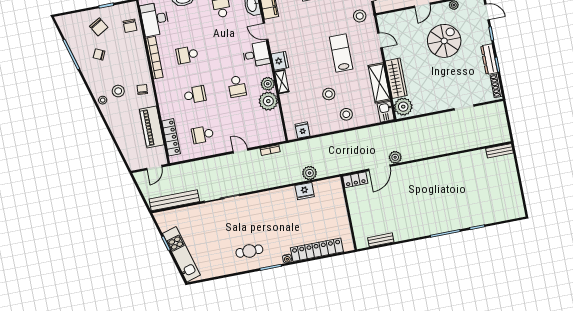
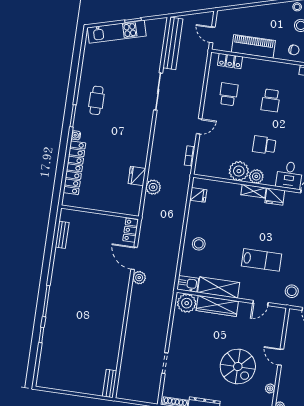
stool: (329, 94) -> (225, 234), removed
locker: (171, 137) -> (230, 61), width x0.66

